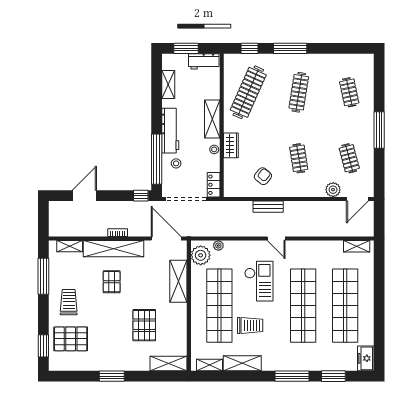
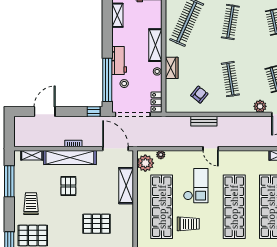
workbench: (170, 131) -> (119, 61), width x0.73
clothes rail: (299, 158) -> (230, 79), width x1.36
pallet: (144, 325) -> (97, 224), turned 90

